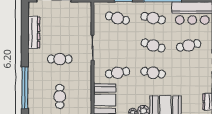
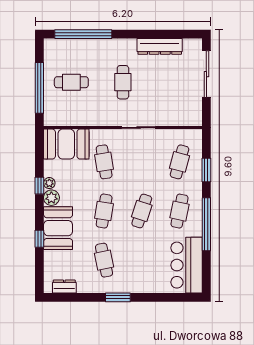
cafe table: (189, 45) -> (104, 260), moved

